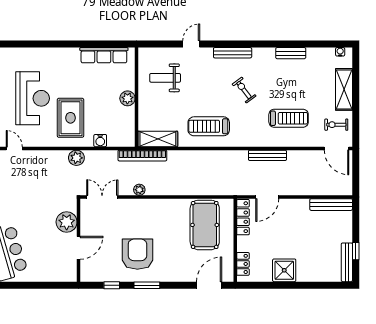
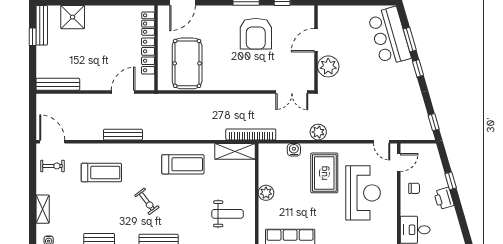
shelving: (344, 89) -> (43, 209), width x0.67, depth x0.75
reception desk: (33, 98) -> (363, 193), turned 180
treadmill: (289, 118) -> (101, 173), turned 180
plant: (139, 190) -> (254, 99), removed
locker: (243, 217) -> (148, 56), moved
shower: (284, 270) -> (73, 17), moved

